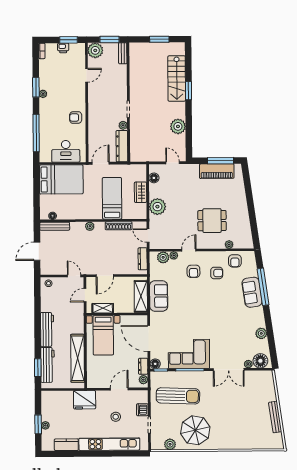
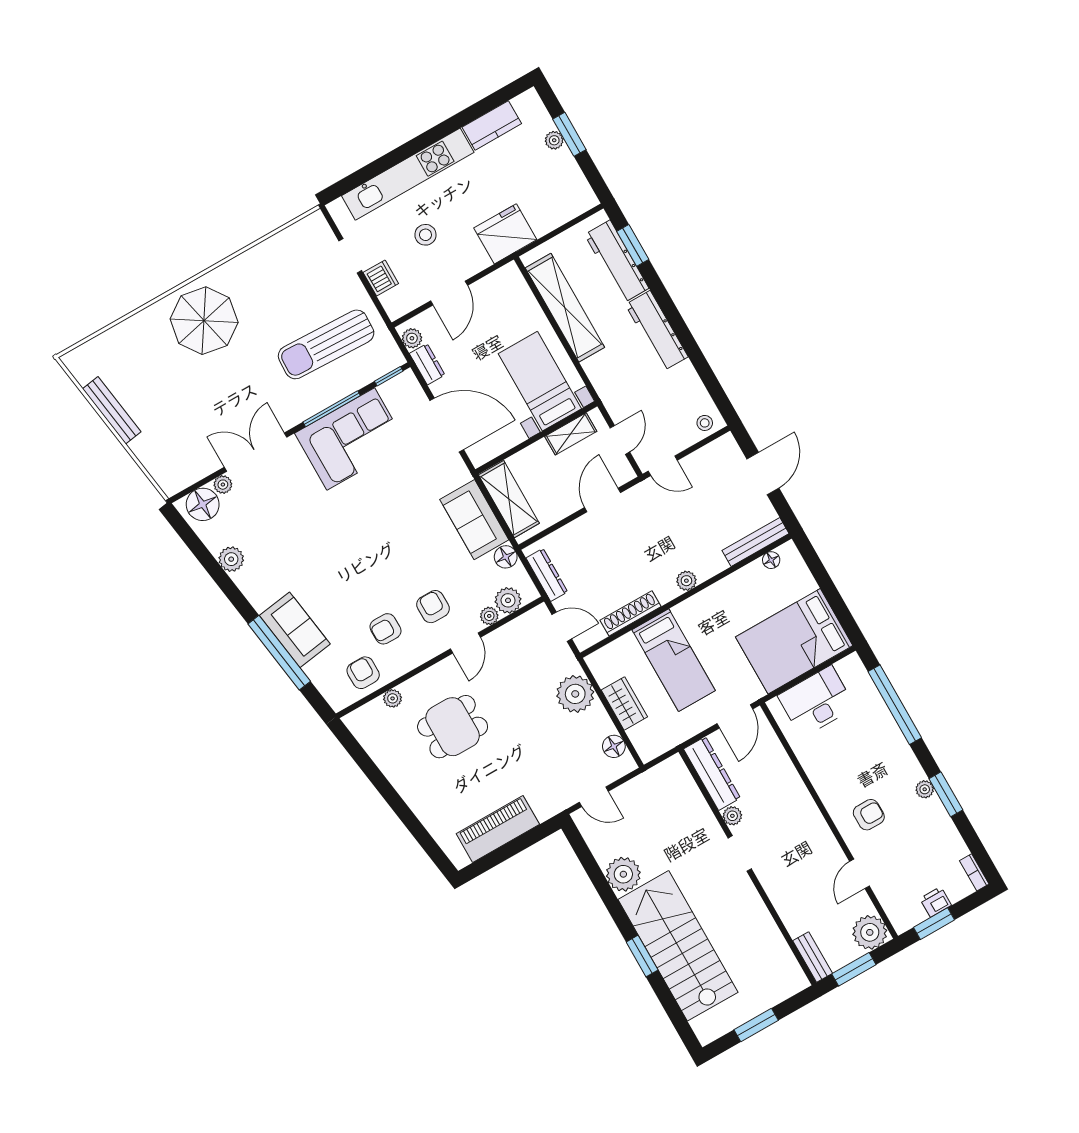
stairs: (177, 78) -> (678, 946), width x1.36, depth x1.51
armchair: (76, 117) -> (869, 815), moved
window: (221, 161) -> (502, 854), removed
floor lamp: (155, 364) -> (506, 557), moved
parasol: (195, 430) -> (204, 321), moved
plant: (170, 444) -> (288, 241), removed

